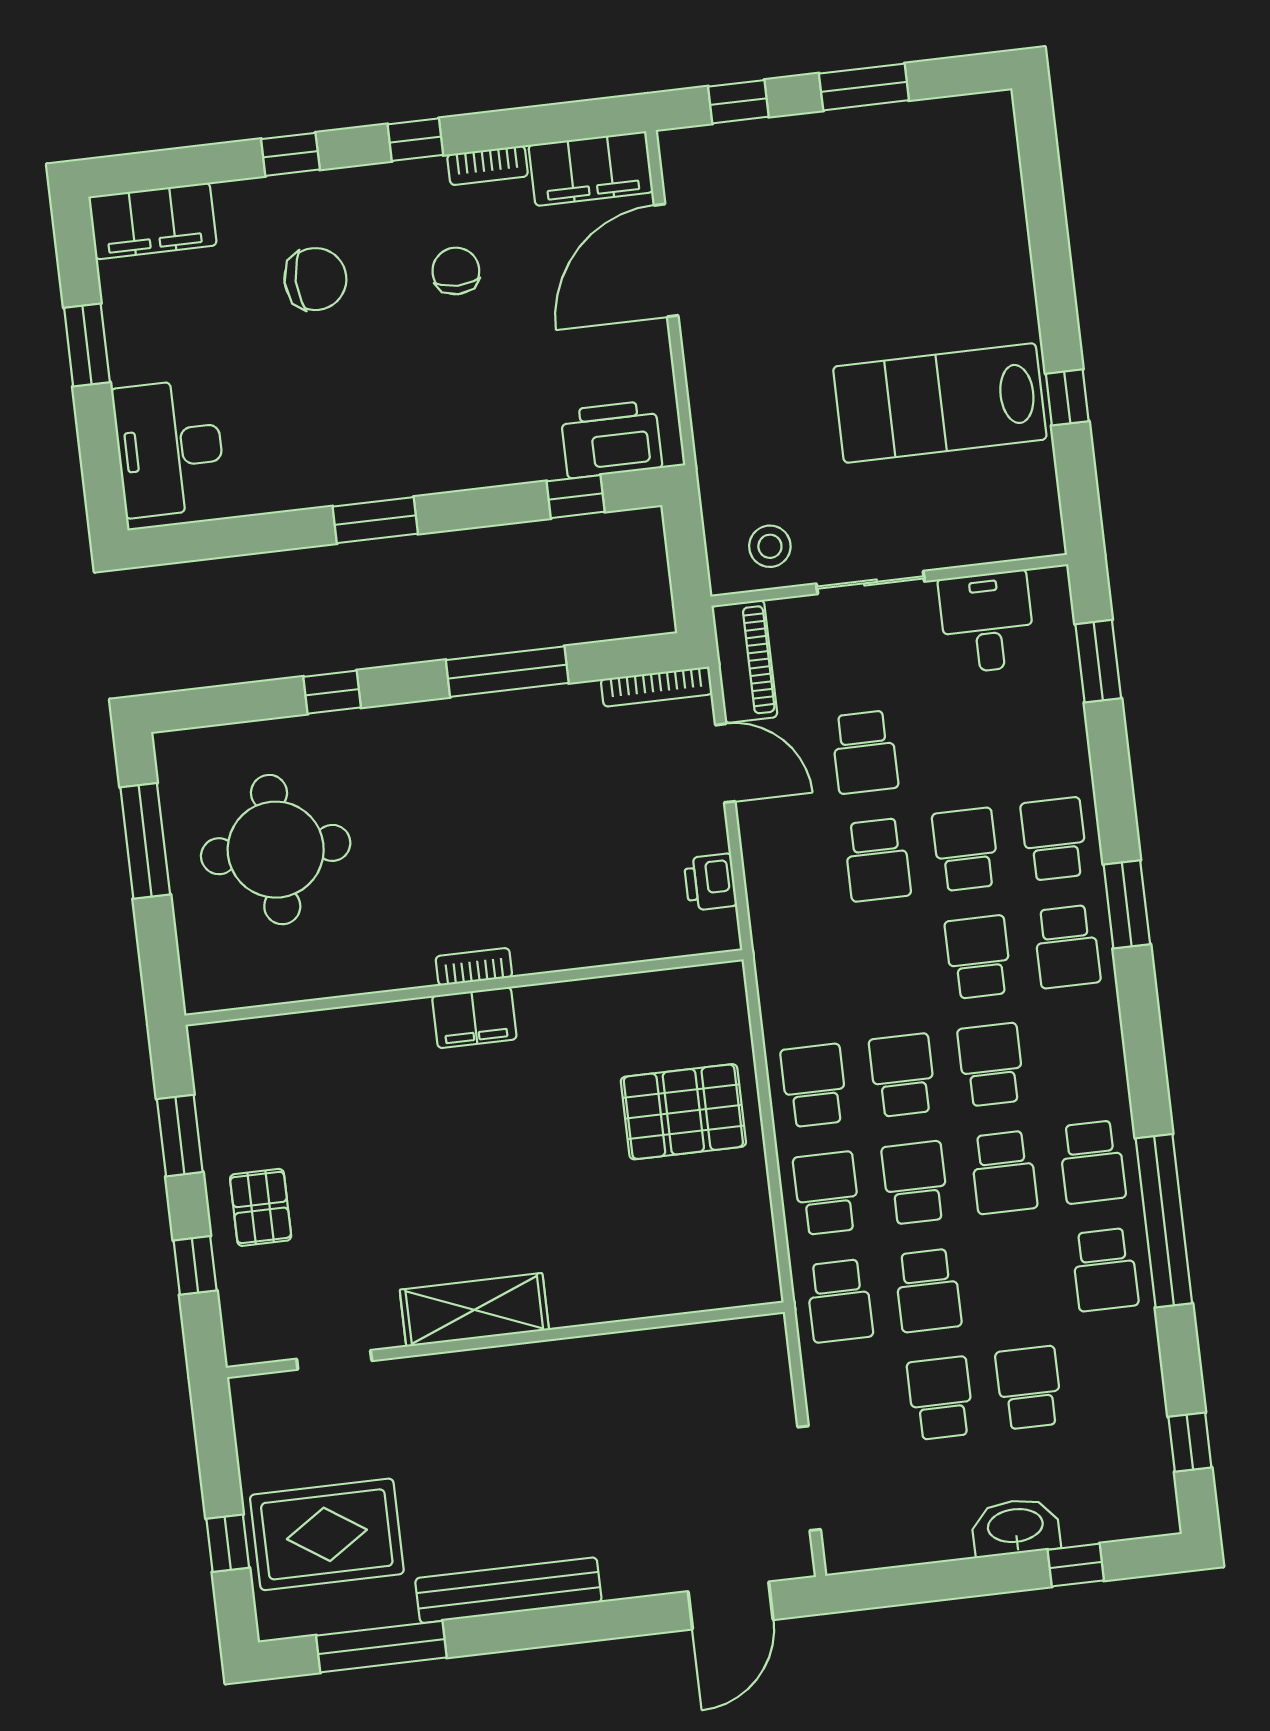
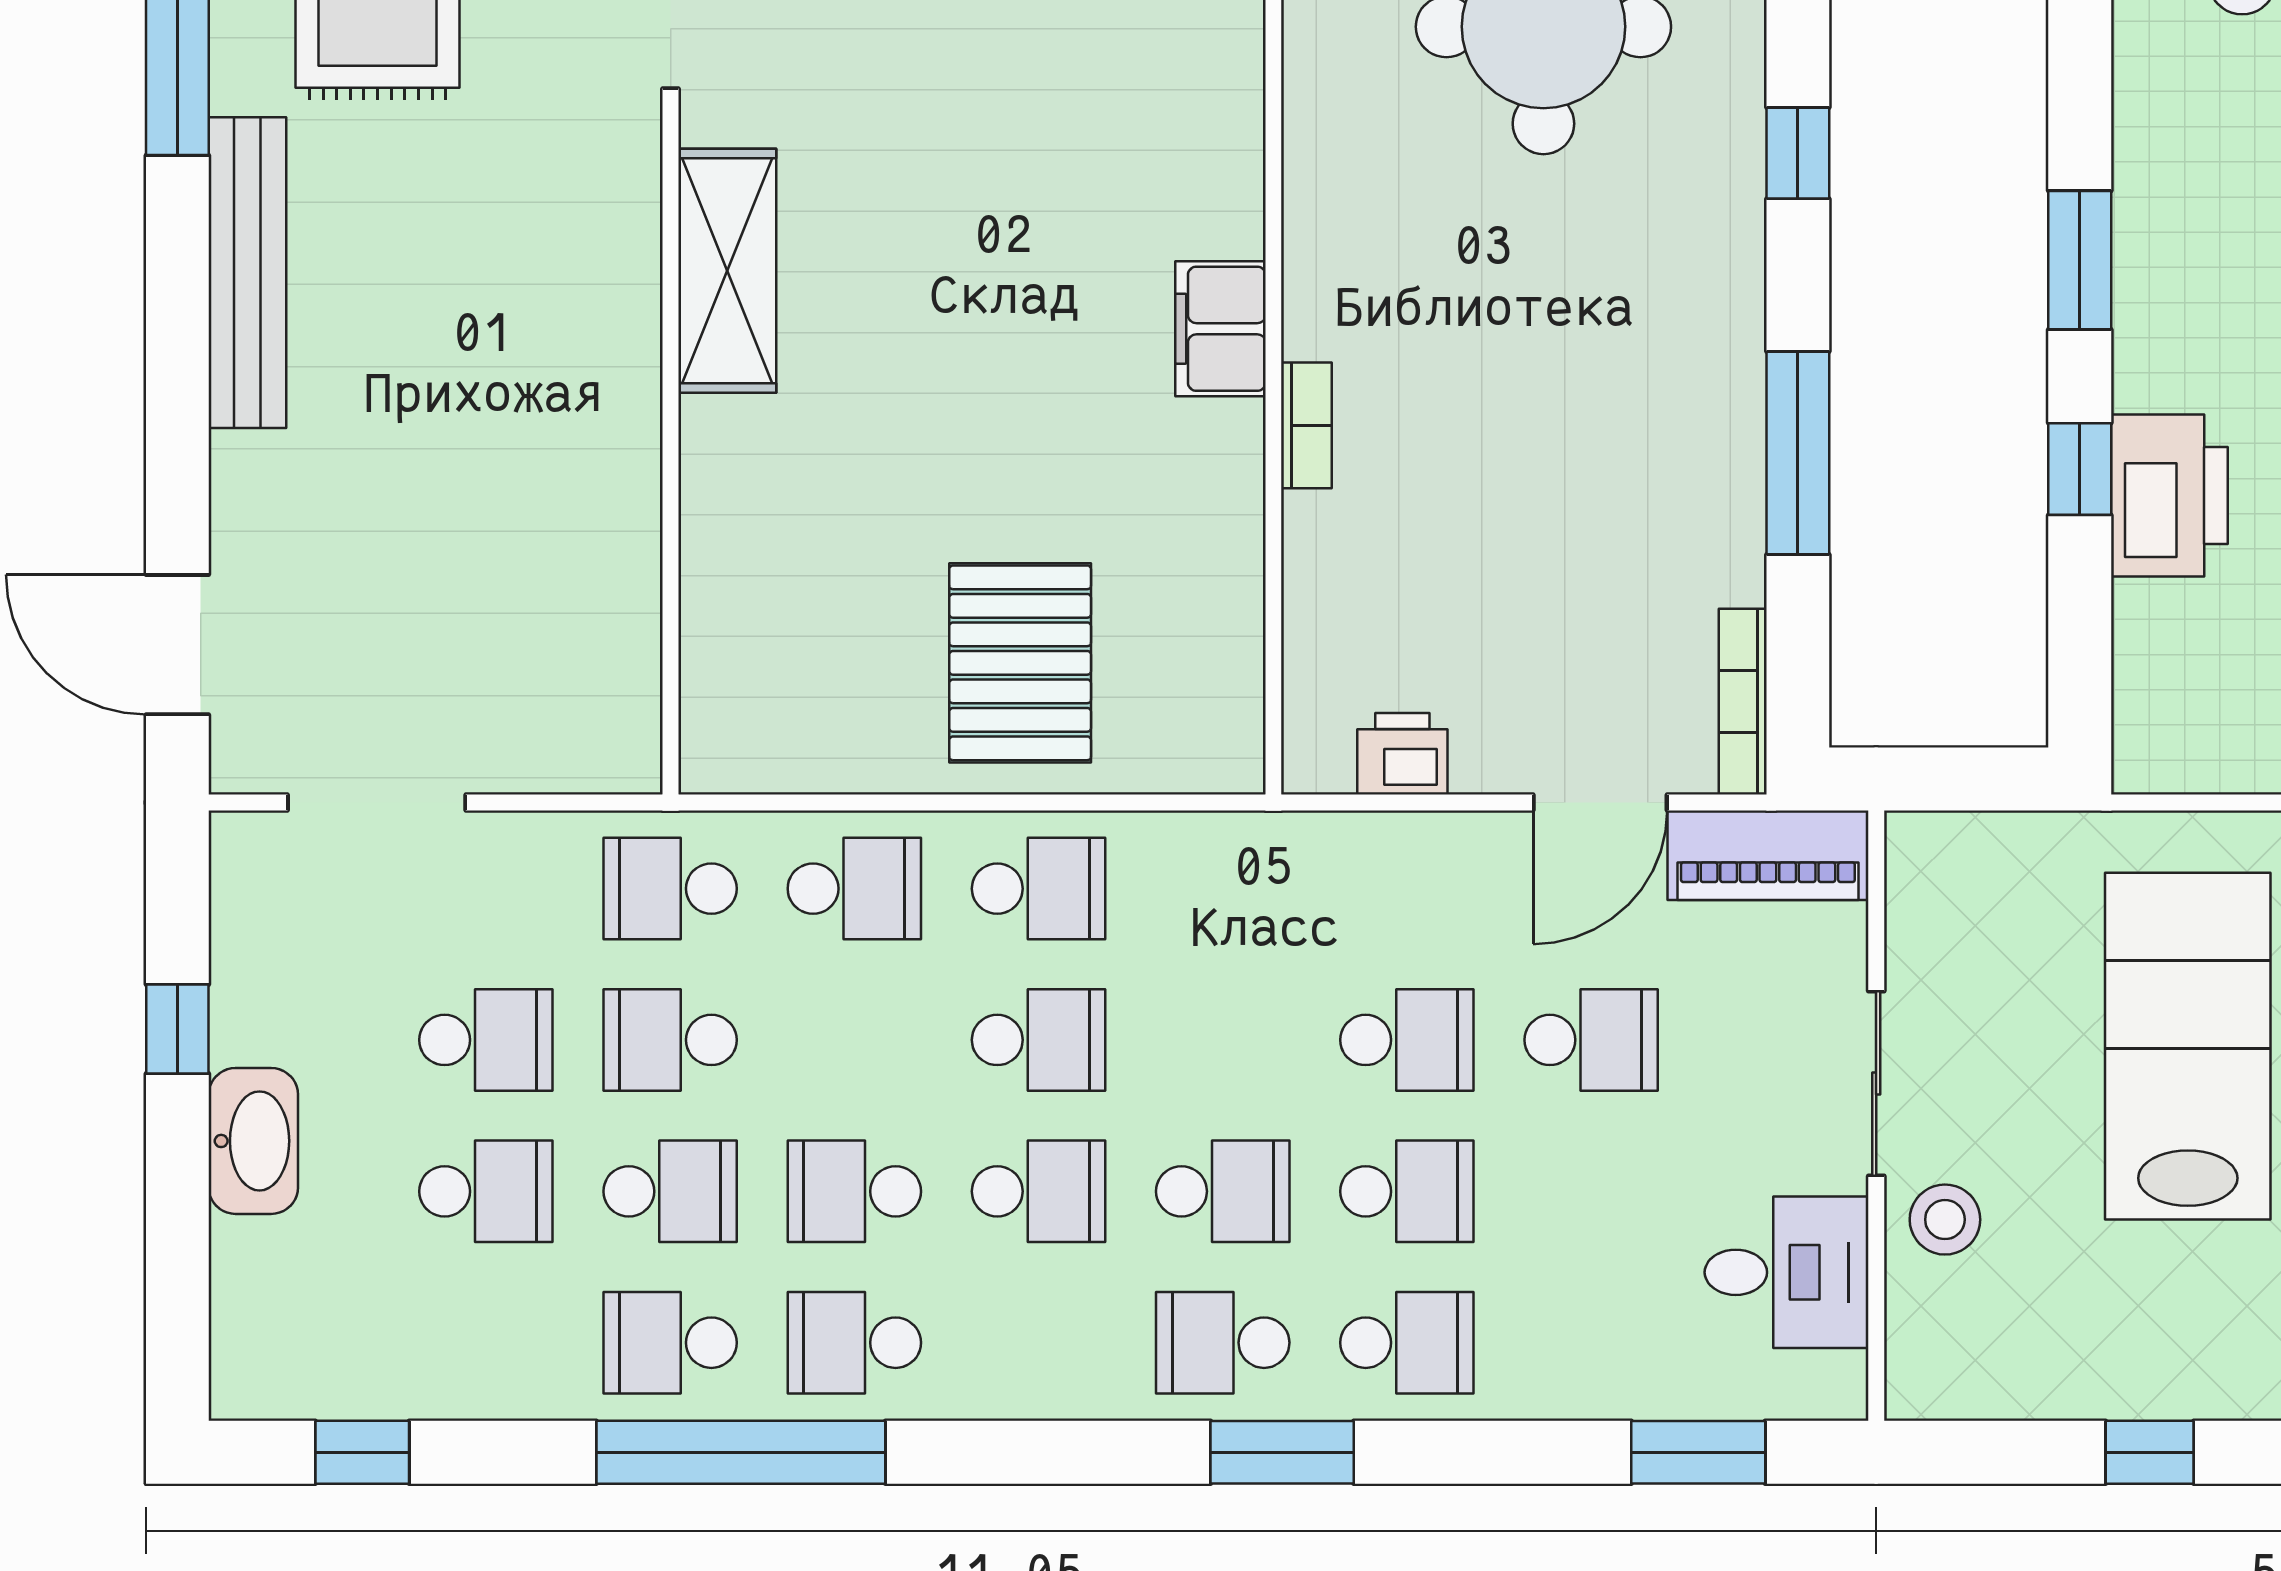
lab bench: (940, 403) -> (2188, 1046), moved
printer: (611, 439) -> (2169, 496), moved
window: (576, 497) -> (2080, 469), moved
stool: (770, 546) -> (1945, 1220), moved
school desk: (865, 752) -> (1591, 1040), turned 180
school desk: (877, 860) -> (1407, 1040), turned 180
bookcase: (474, 967) -> (1306, 425), moved
school desk: (915, 1183) -> (670, 1191), moved
window: (1076, 1565) -> (177, 1029), moved

